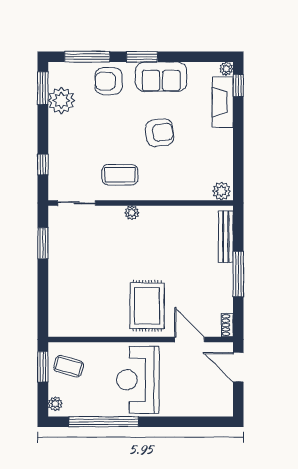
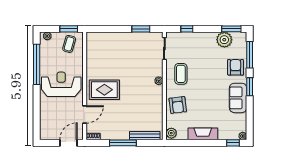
fireplace: (223, 102) -> (203, 134), moved
armchair: (160, 133) -> (178, 105), moved

